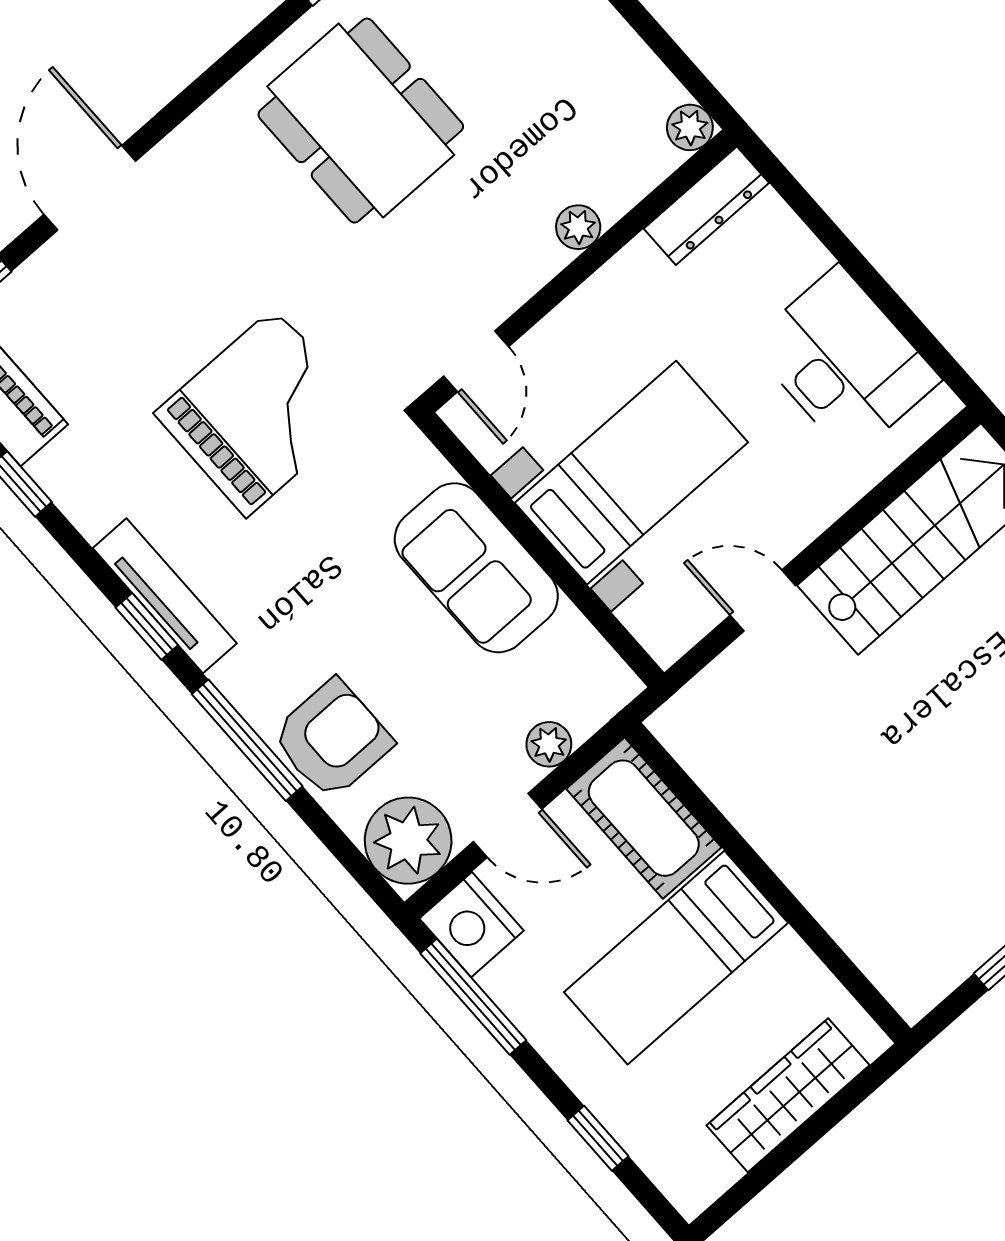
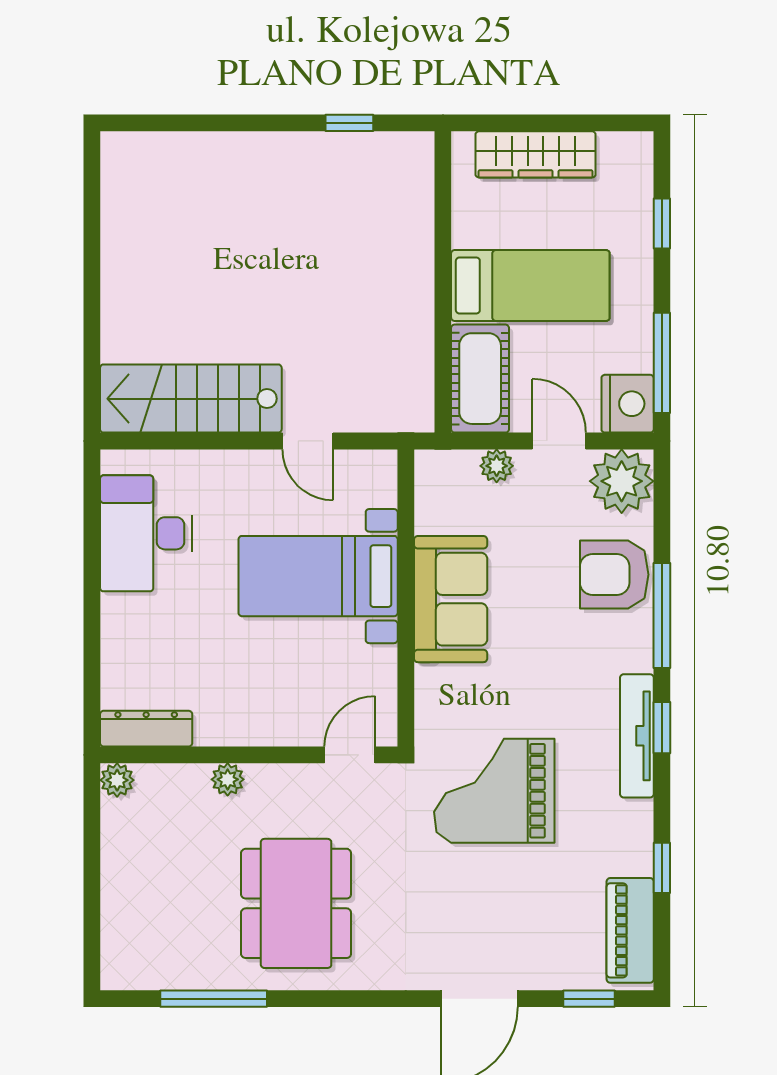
plant: (690, 127) -> (117, 780), moved
dresser: (706, 206) -> (146, 729), moved
plant: (578, 227) -> (228, 779), moved
wall: (579, 271) -> (249, 755), moved
door: (476, 361) -> (350, 755), moved

